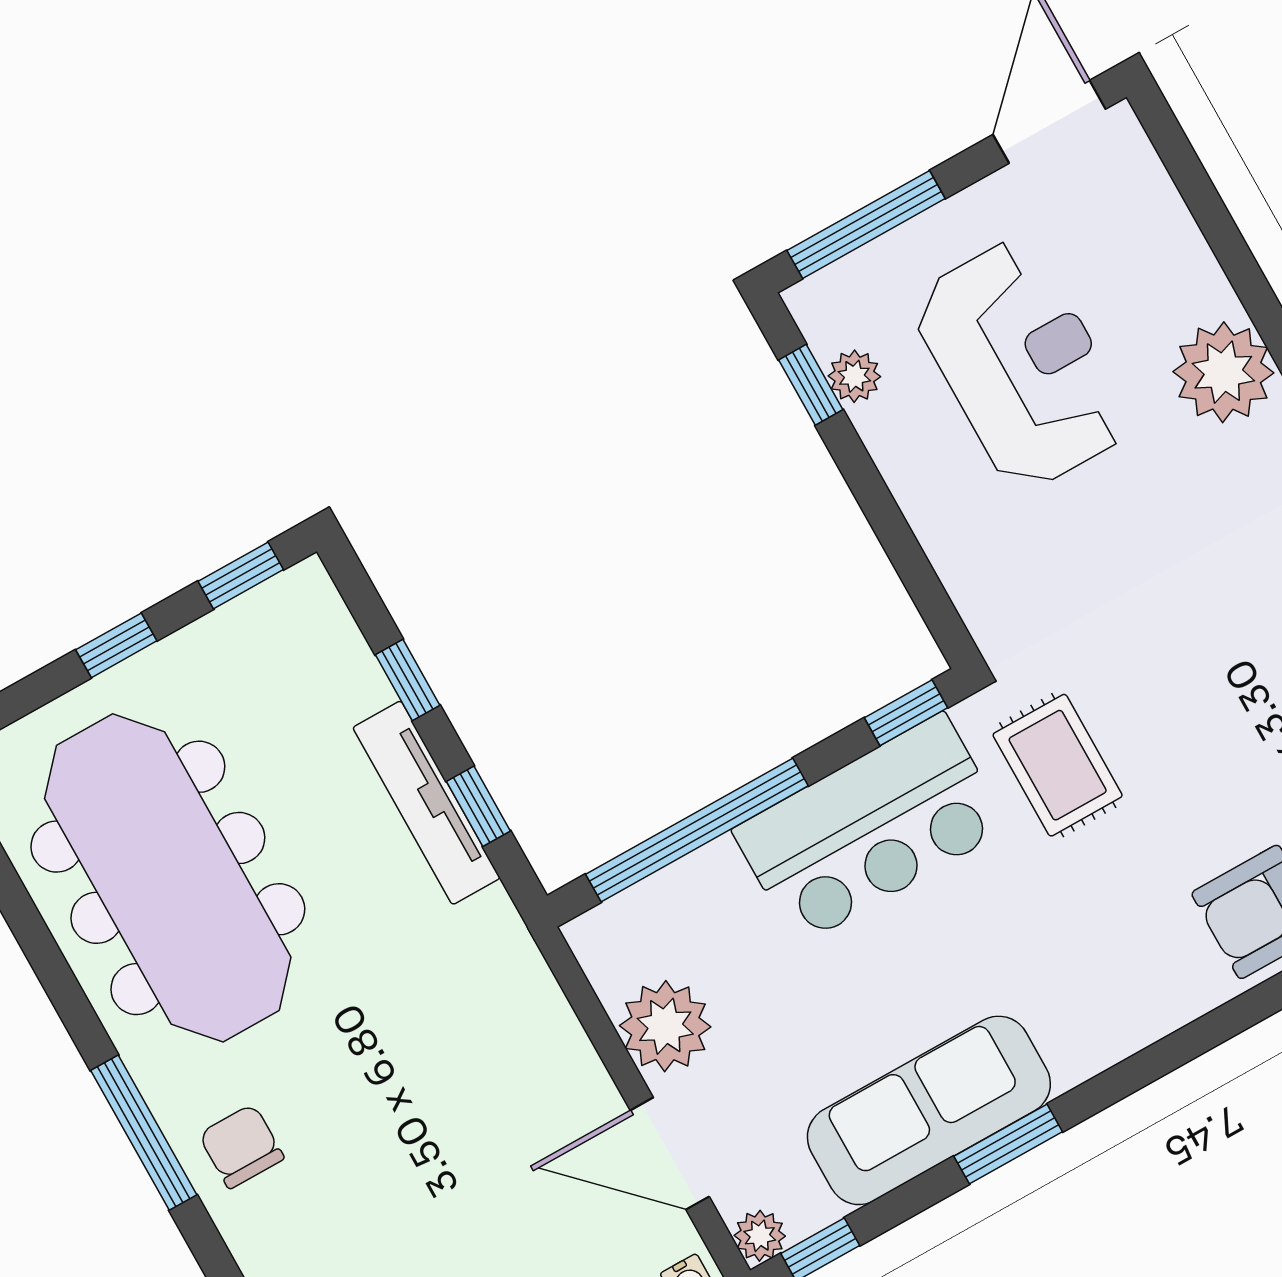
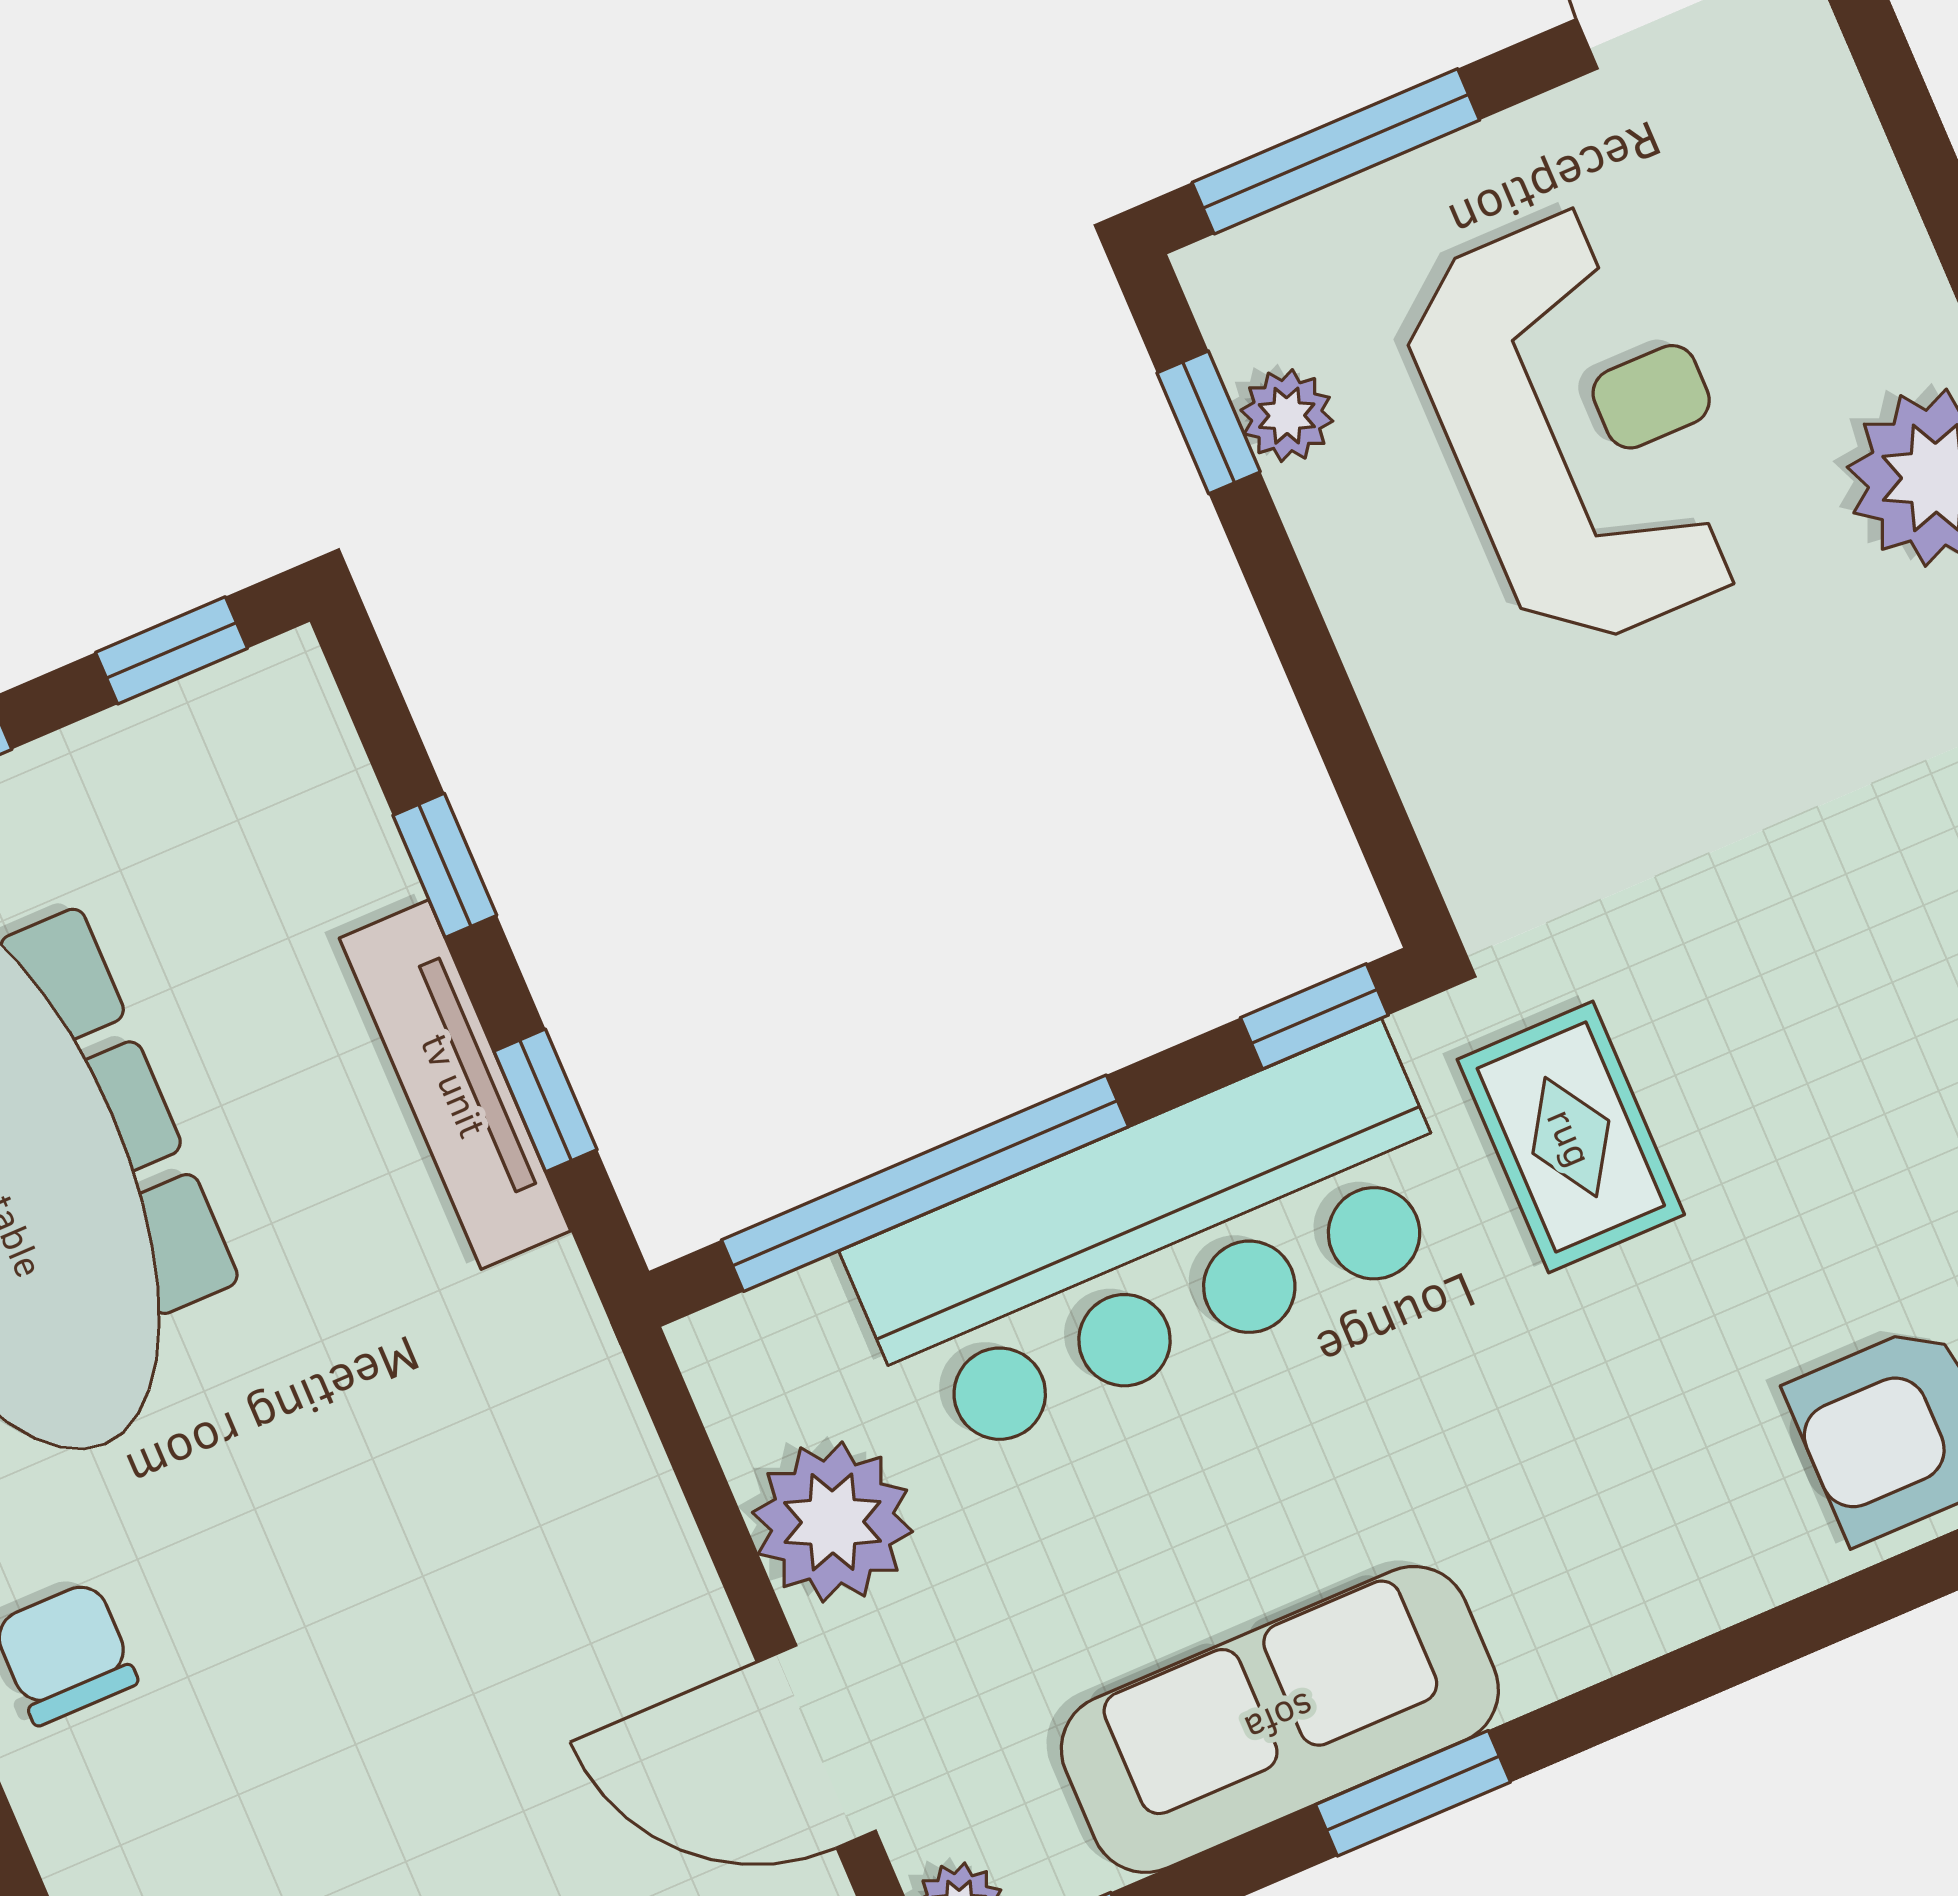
bar counter: (870, 829) -> (1158, 1245), width x1.36

